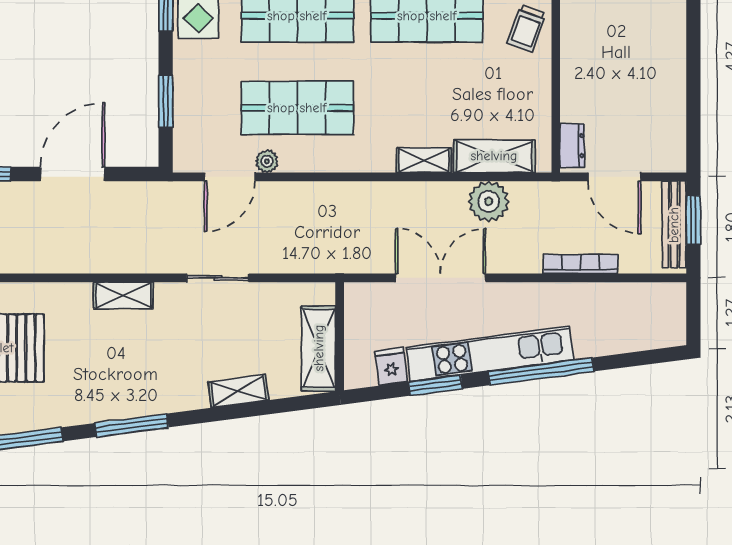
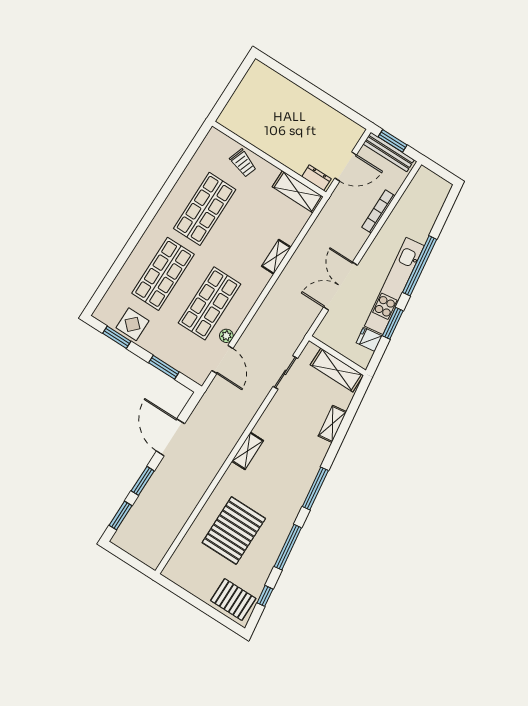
shelving: (494, 156) -> (298, 192), moved, turned 90
plant: (489, 201) -> (318, 238), removed
sliding door: (218, 278) -> (285, 372), moved

